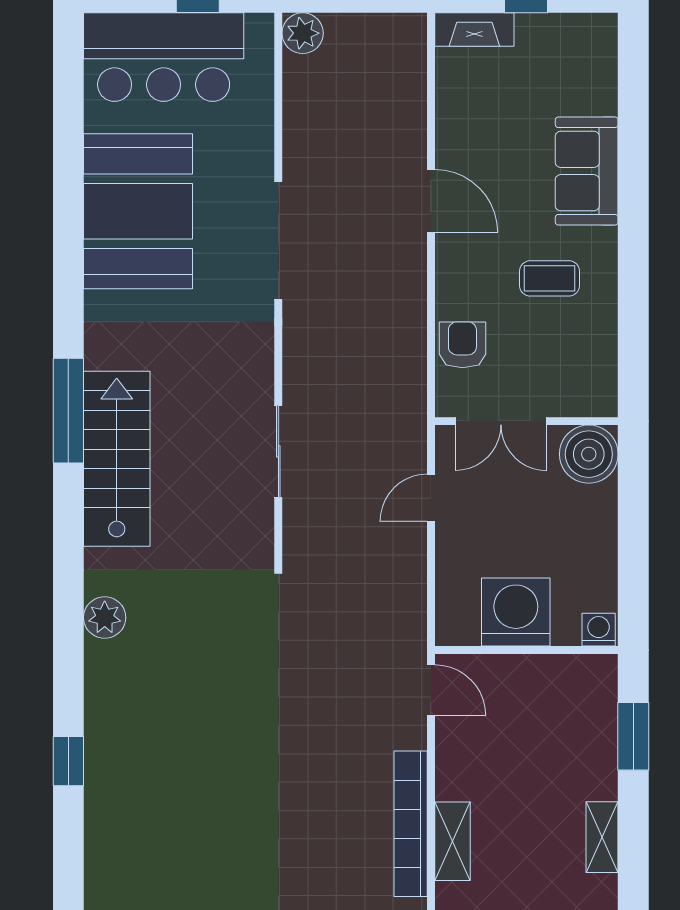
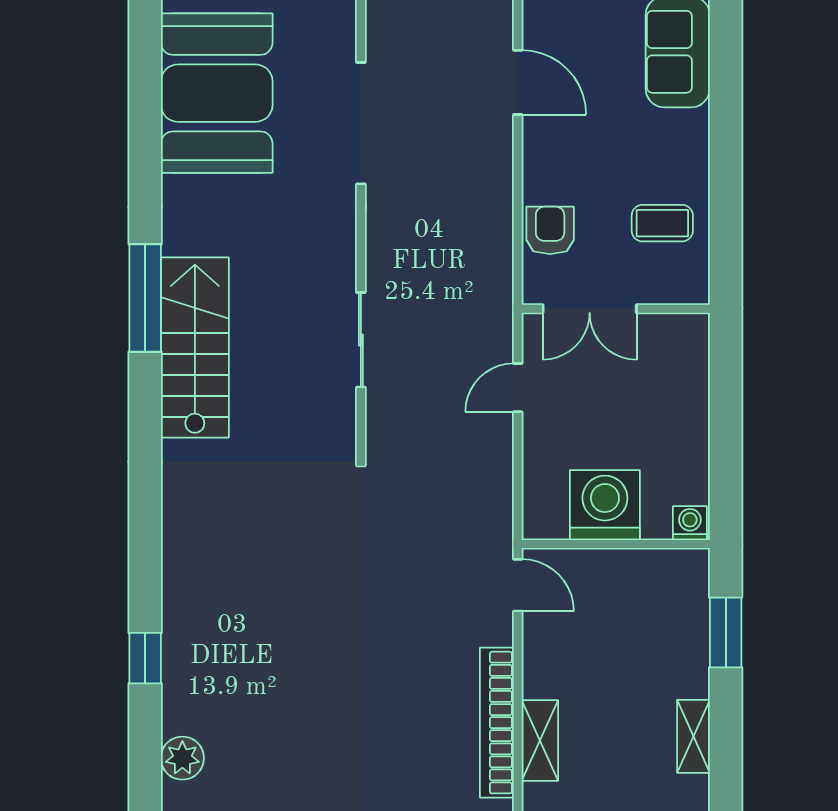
coffee table: (550, 278) -> (662, 223), moved
boiler: (589, 454) -> (680, 343), removed
plant: (105, 618) -> (182, 758), moved

